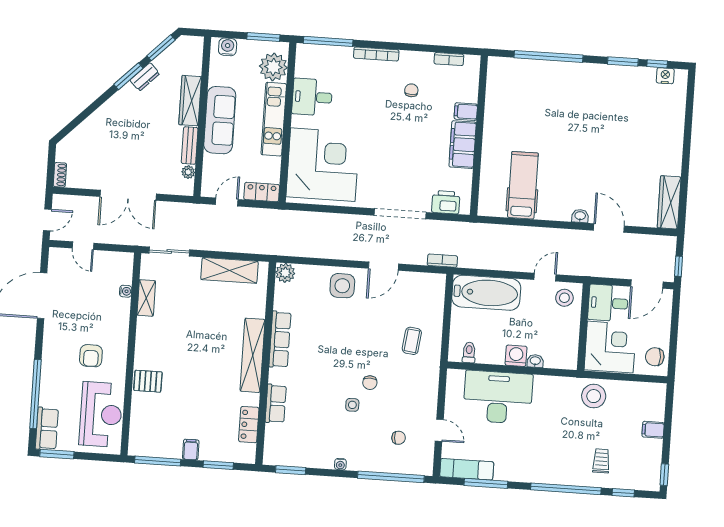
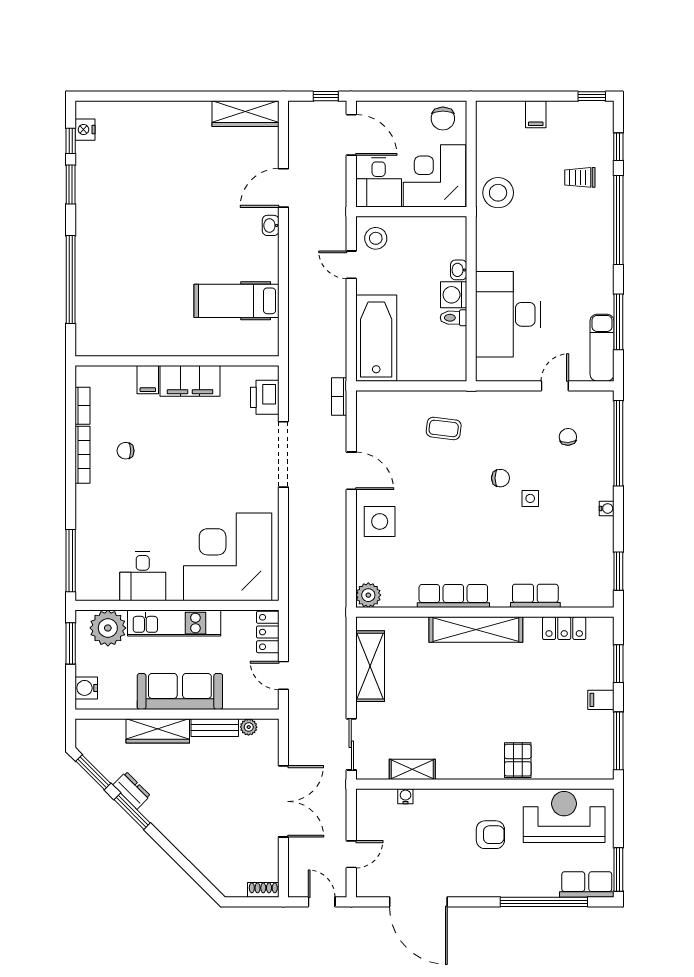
bookcase: (376, 54) -> (82, 455), moved
toilet: (469, 353) -> (454, 318), moved

